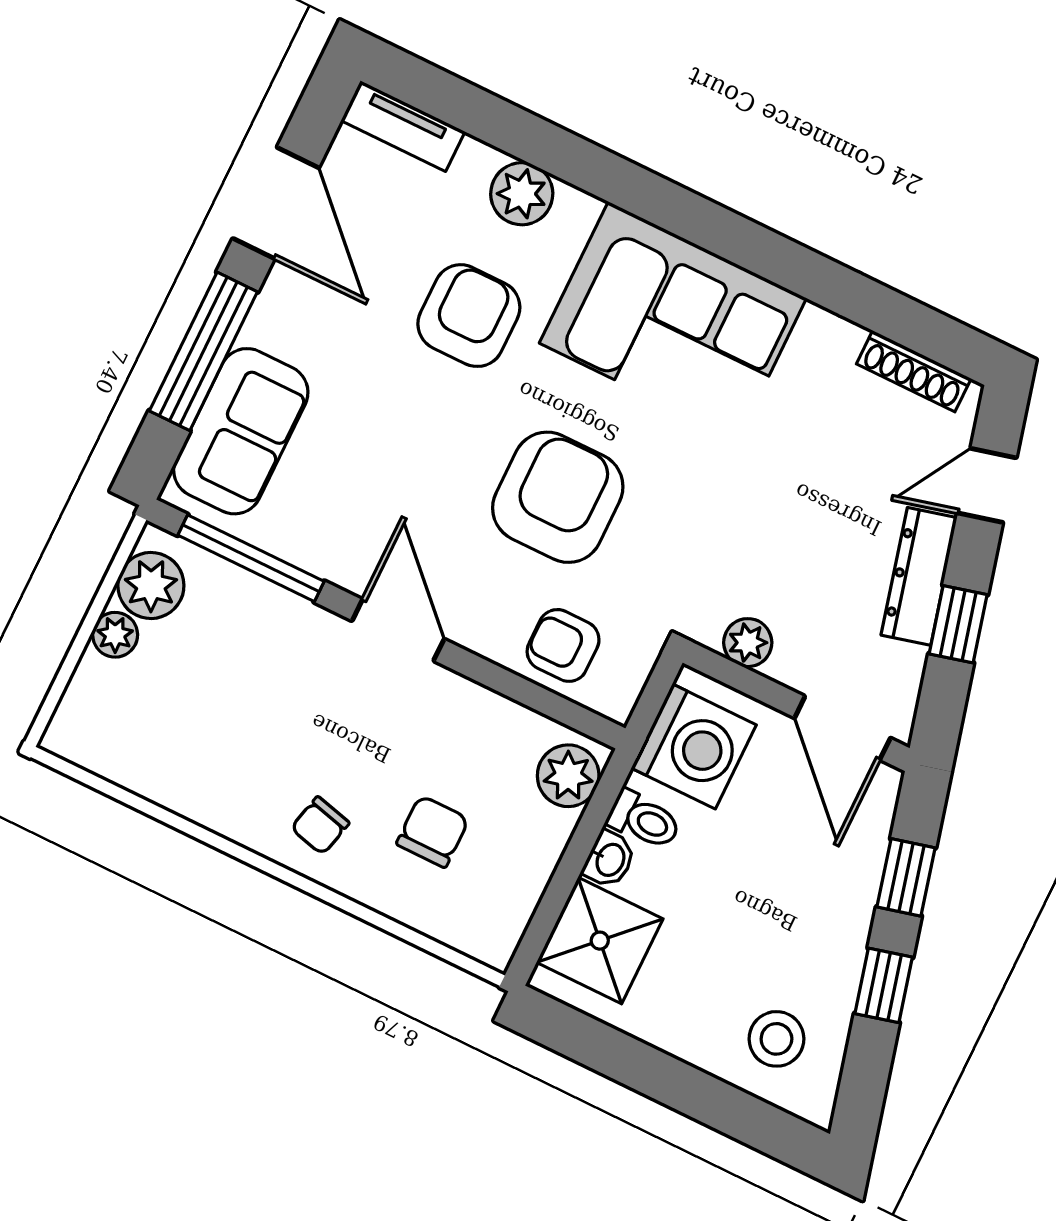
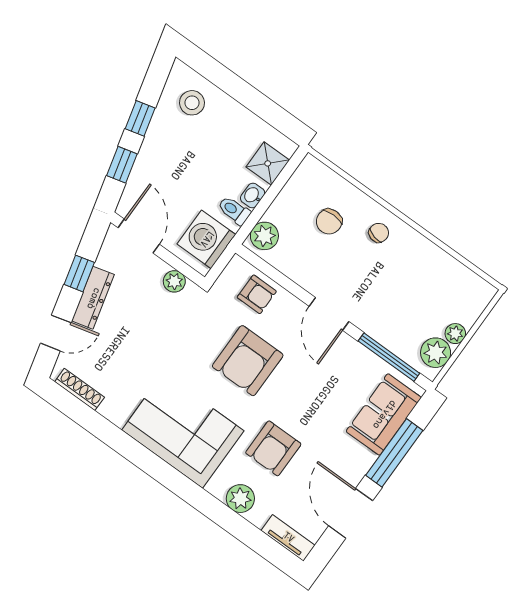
shower: (600, 941) -> (268, 163), width x0.73, depth x0.73

